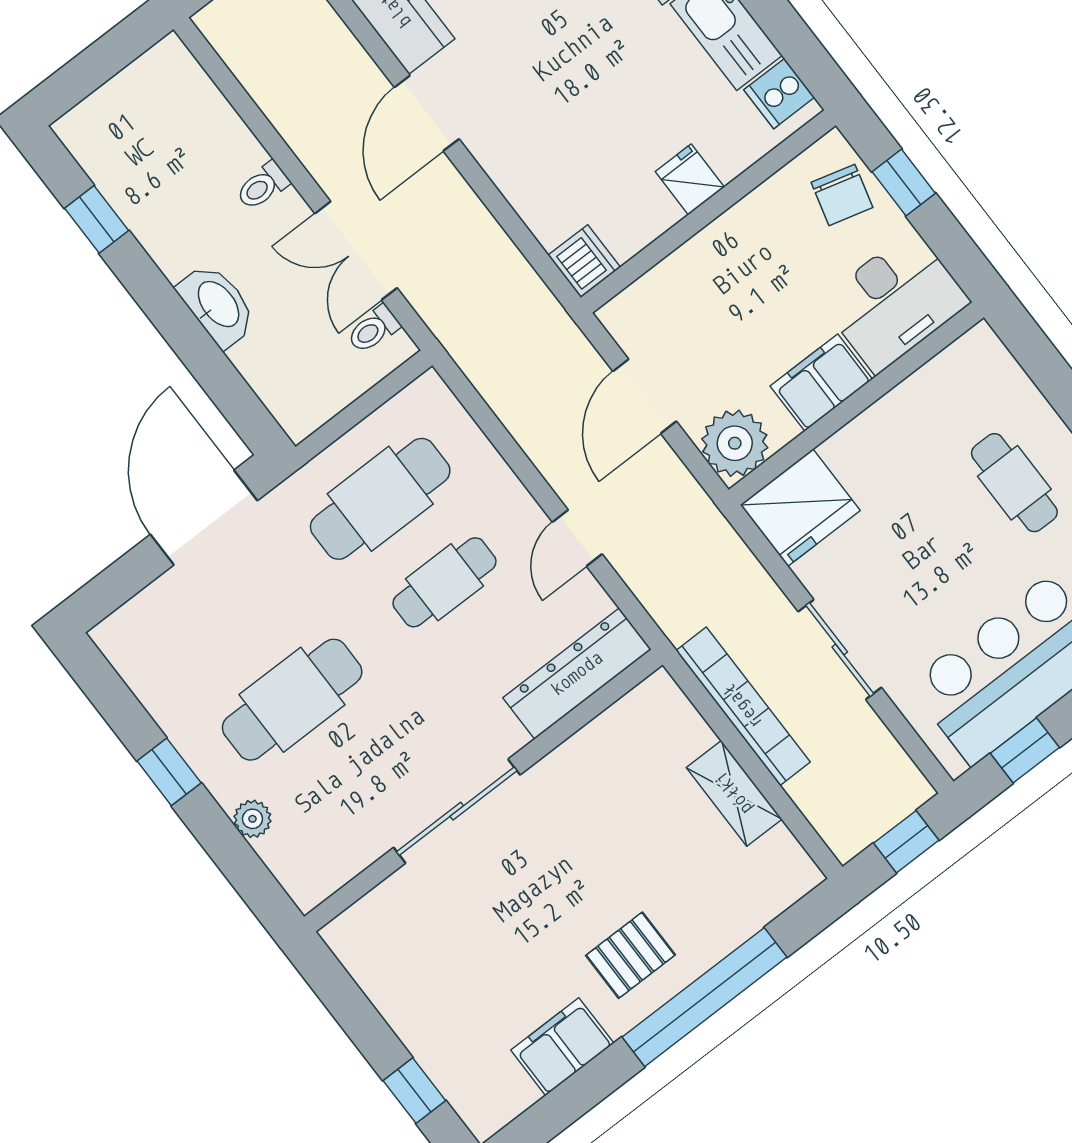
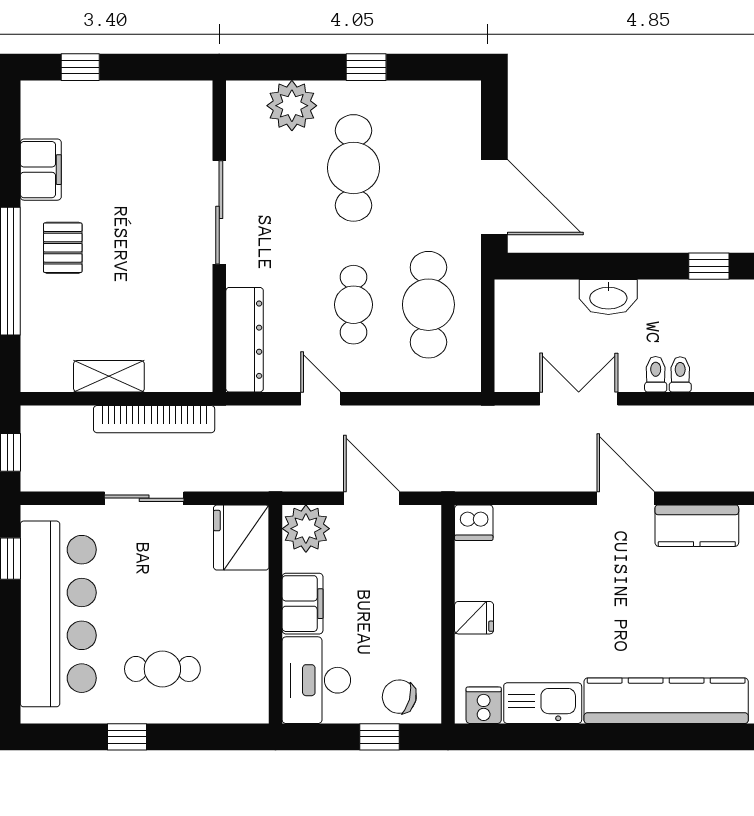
toilet: (373, 329) -> (680, 374), moved
plant: (252, 819) -> (292, 106), width x1.88, depth x1.88

